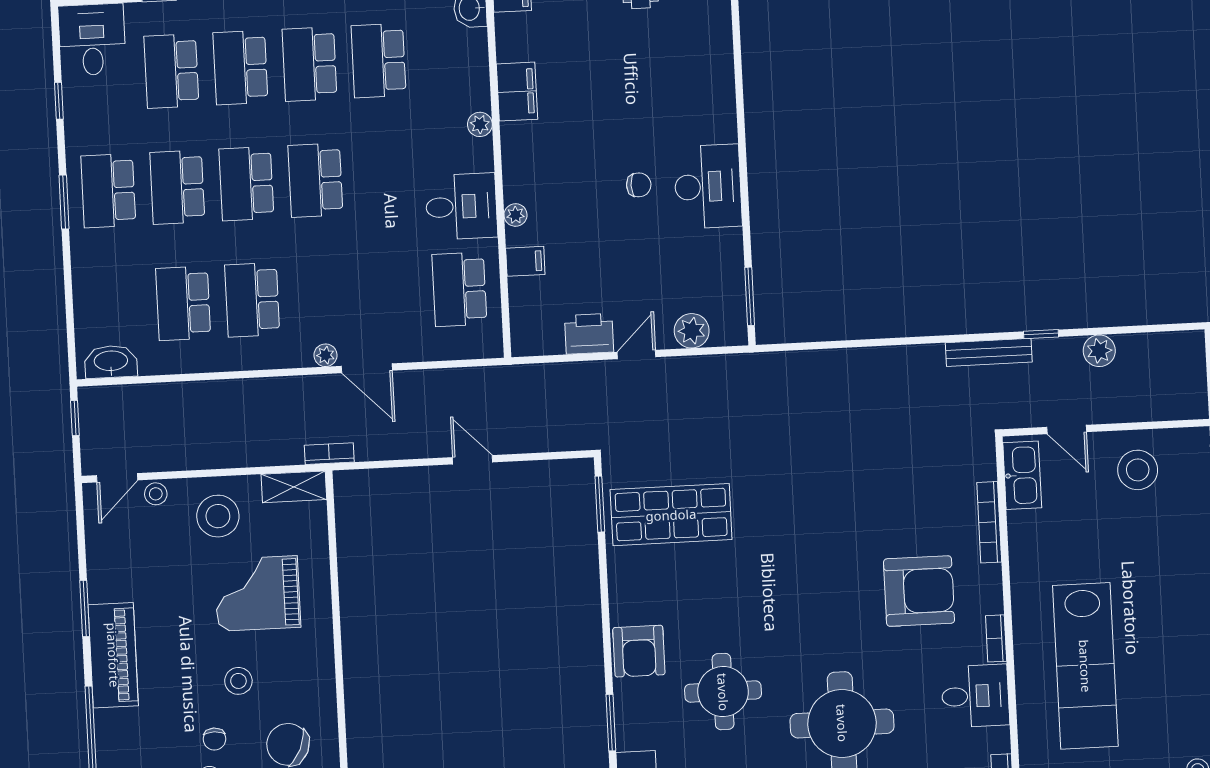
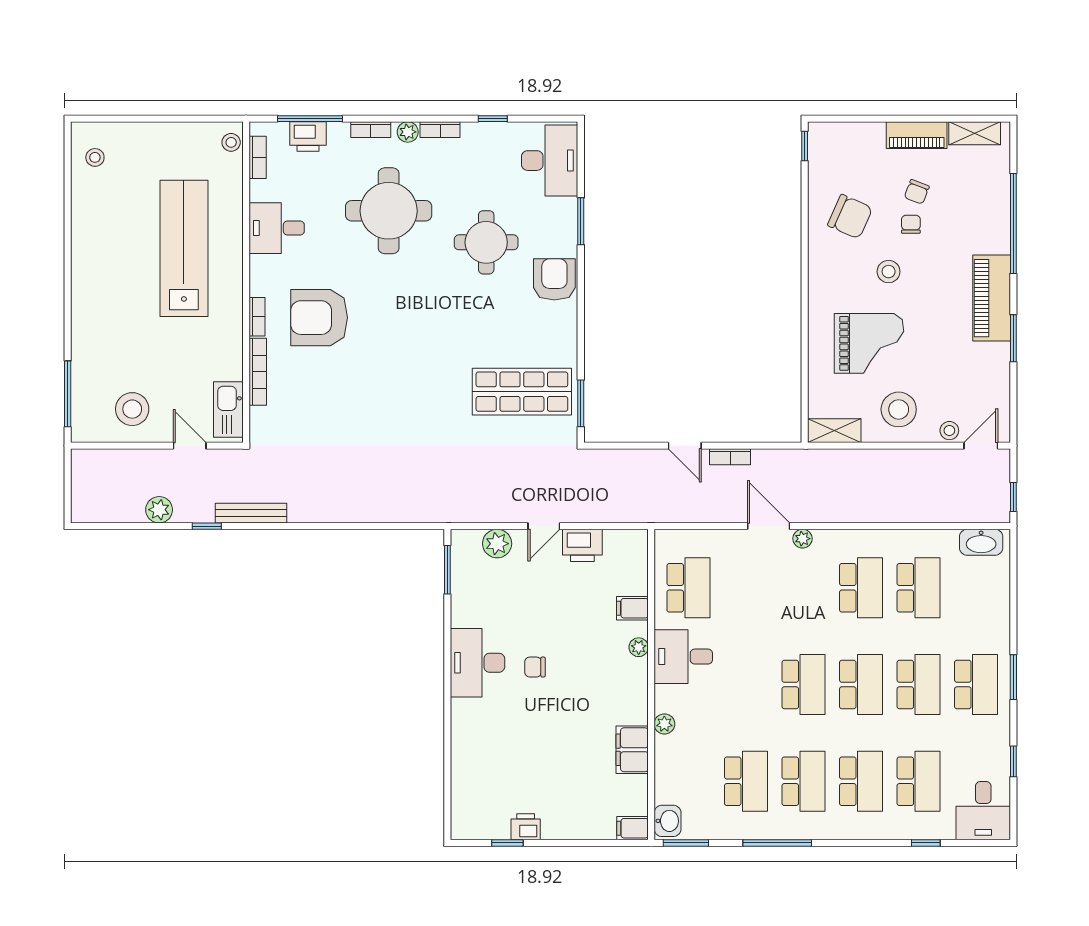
bookcase: (329, 454) -> (730, 457), moved
bookcase: (996, 638) -> (257, 317), moved

